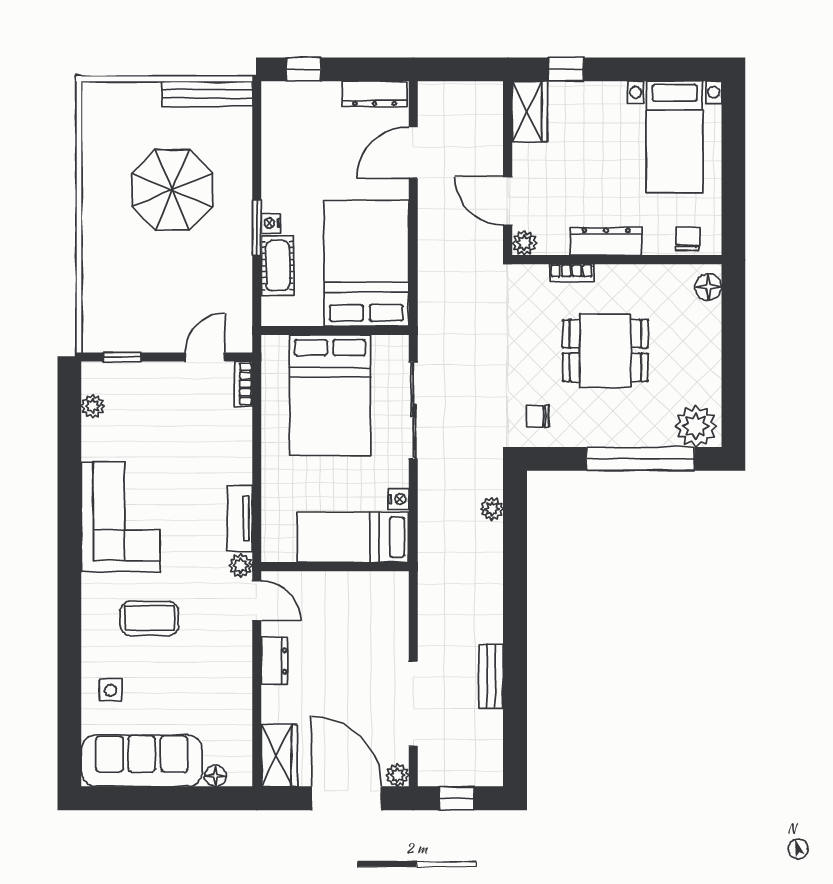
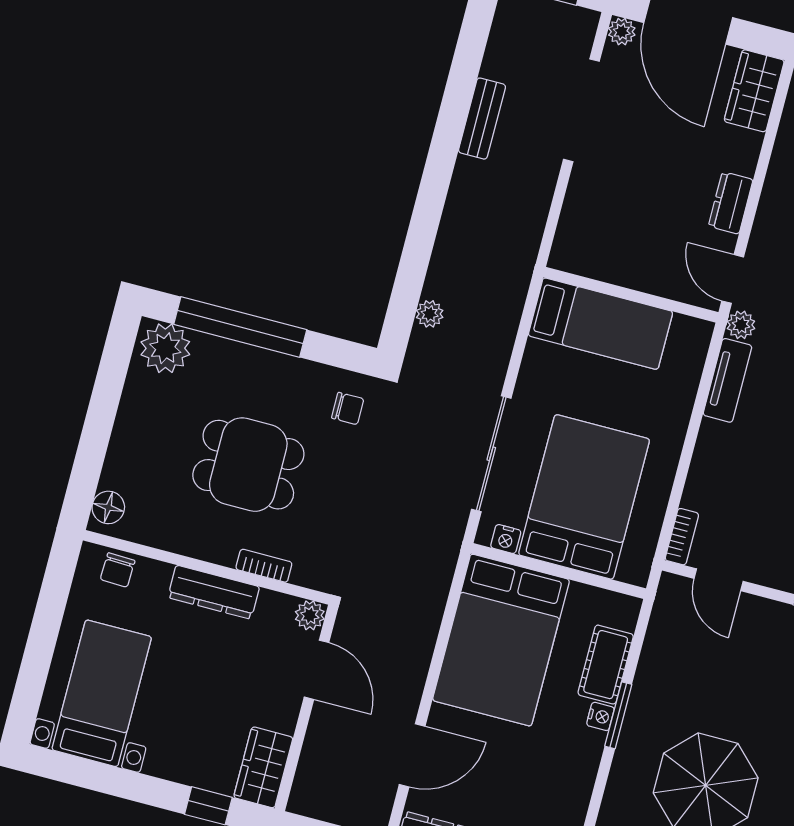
door: (205, 357) -> (719, 580), hinge flipped
nightstand: (399, 499) -> (506, 539), moved, turned -90

